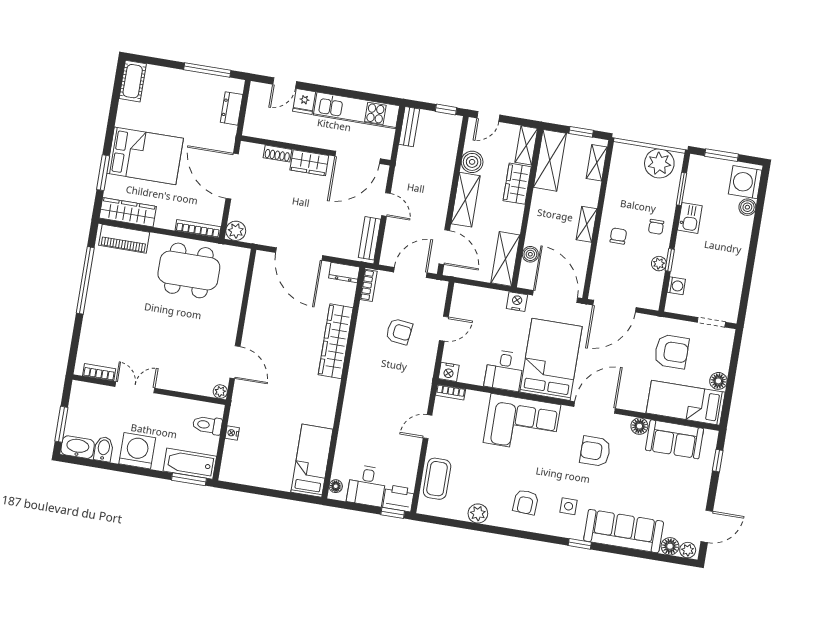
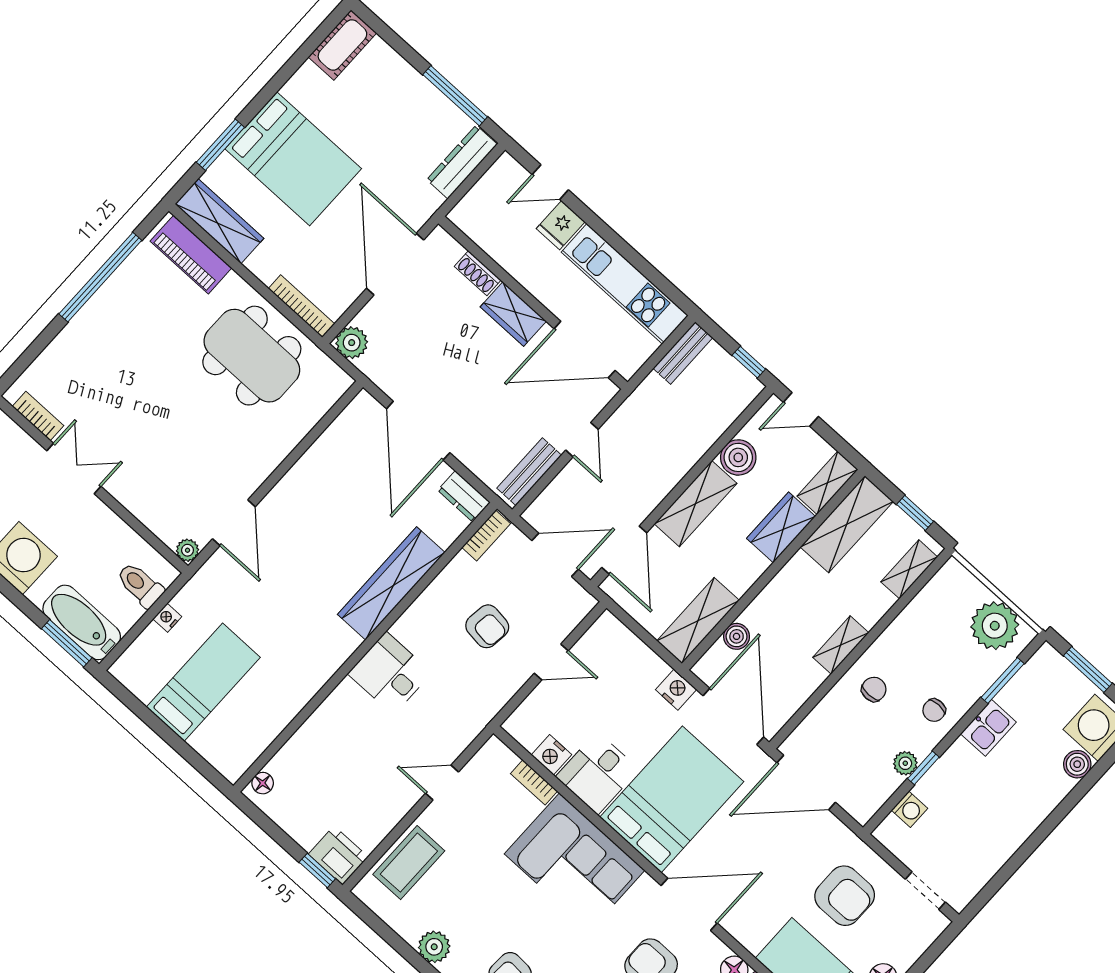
dresser: (232, 108) -> (462, 162), width x1.44
nightstand: (449, 372) -> (551, 755), moved
bookcase: (451, 392) -> (534, 782), moved
bed: (312, 461) -> (203, 682), moved
desk: (367, 486) -> (390, 673), moved, turned 90

